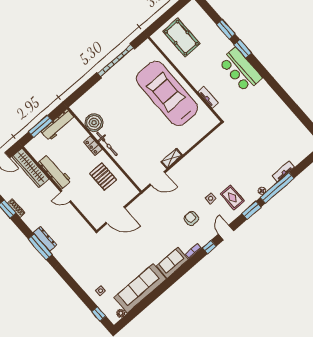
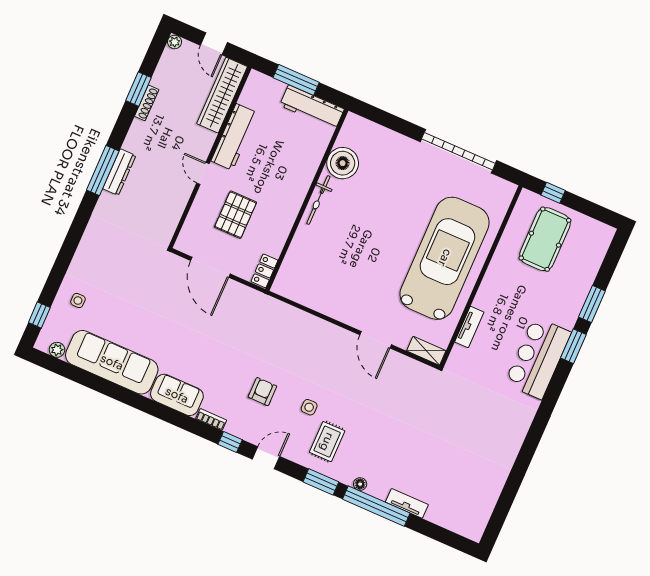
window: (160, 22) -> (553, 193), added
locker: (93, 146) -> (264, 271), moved
shelving: (172, 158) -> (426, 351), moved
pallet: (103, 177) -> (235, 215), moved
door: (158, 178) -> (376, 340), moved

